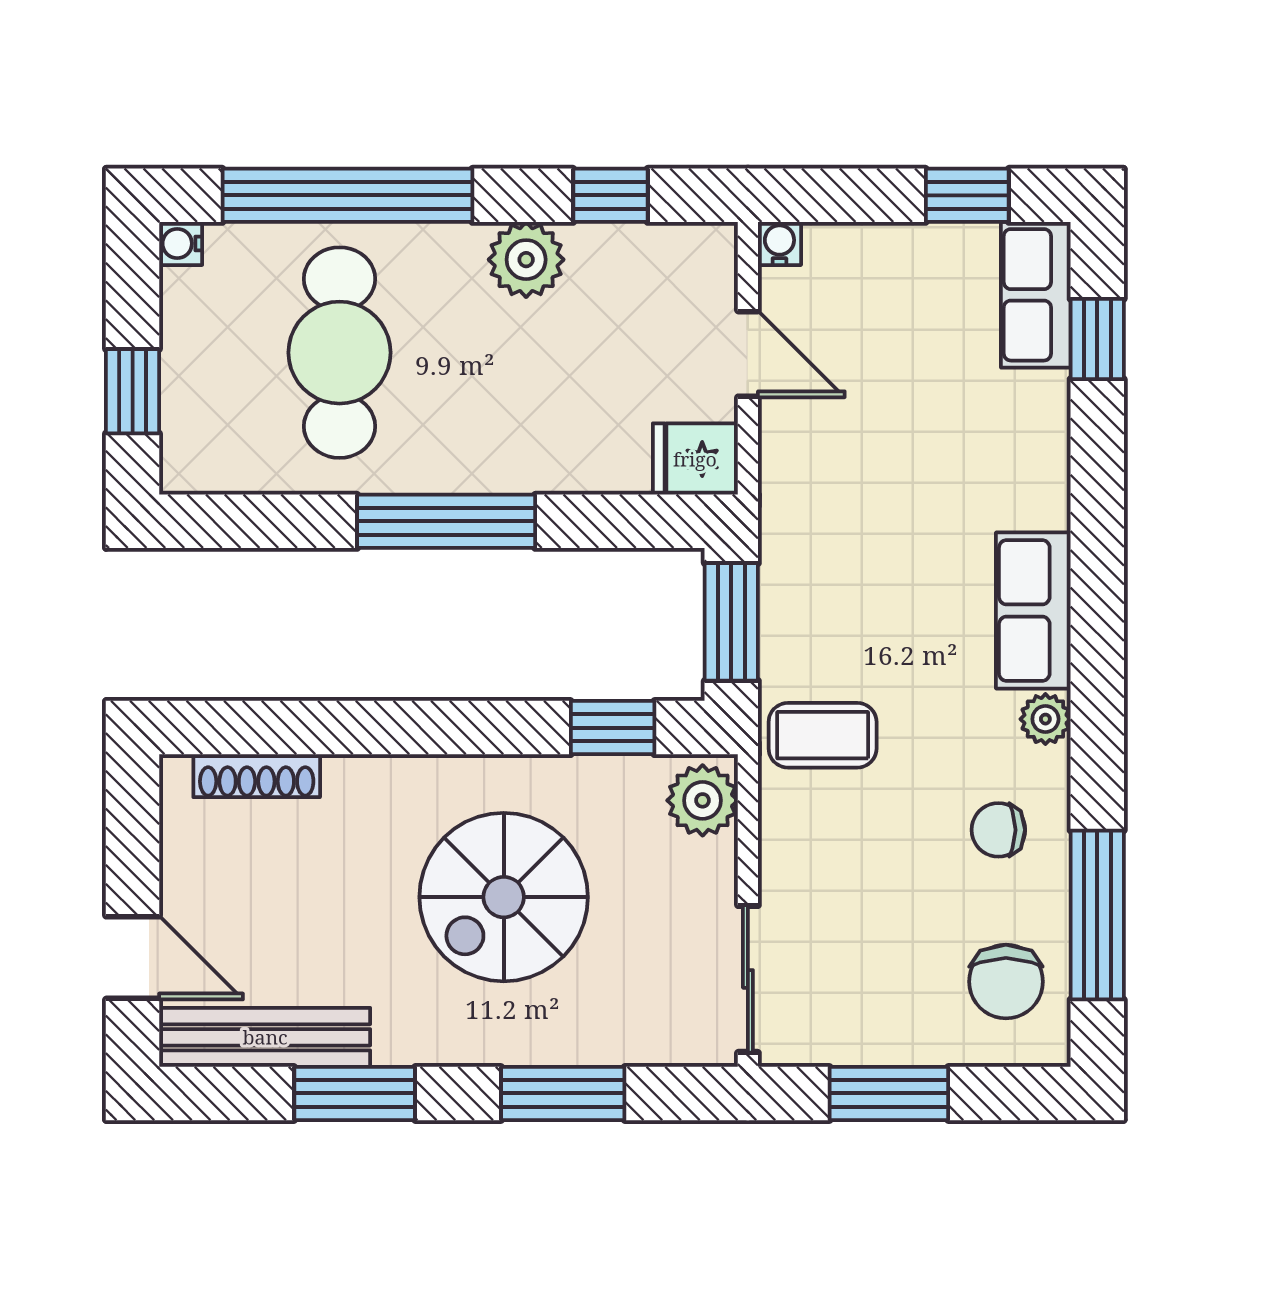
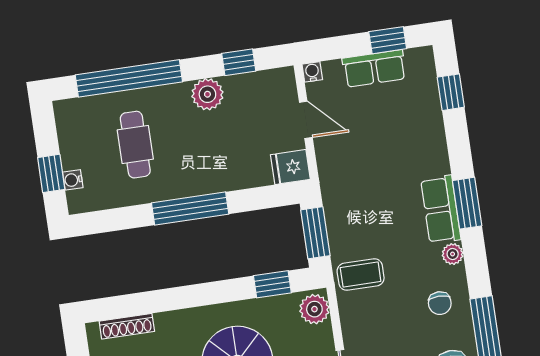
water cooler: (181, 243) -> (73, 180), moved
row of seats: (1036, 295) -> (374, 68), moved, turned -90
cafe table: (340, 353) -> (135, 145), width x0.73, depth x0.74
window: (1097, 605) -> (467, 203), added
chair: (998, 830) -> (440, 303), turned -90

